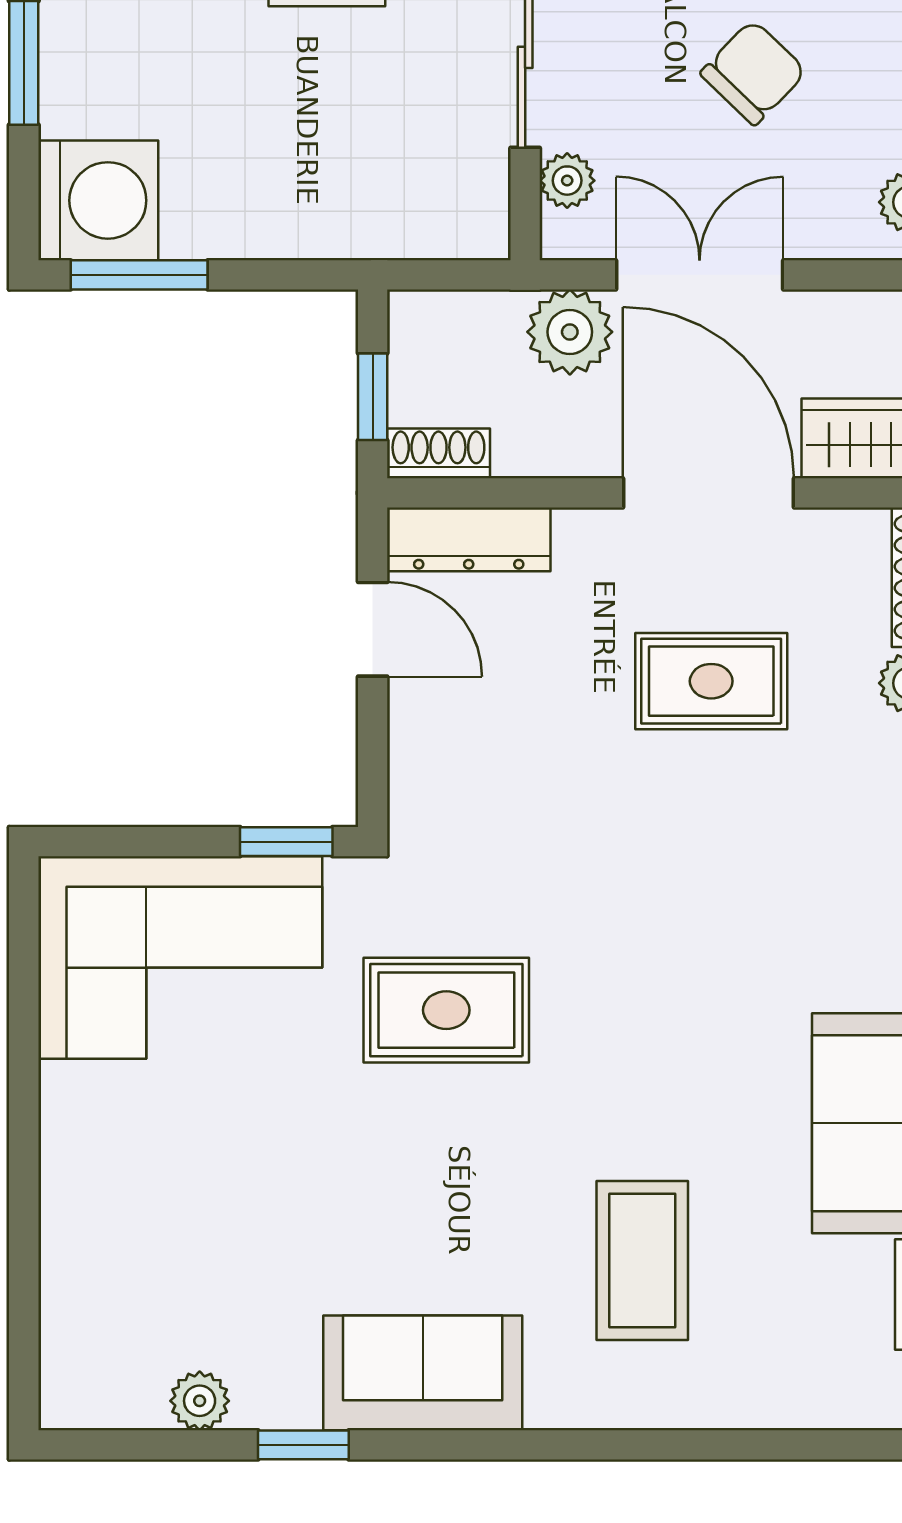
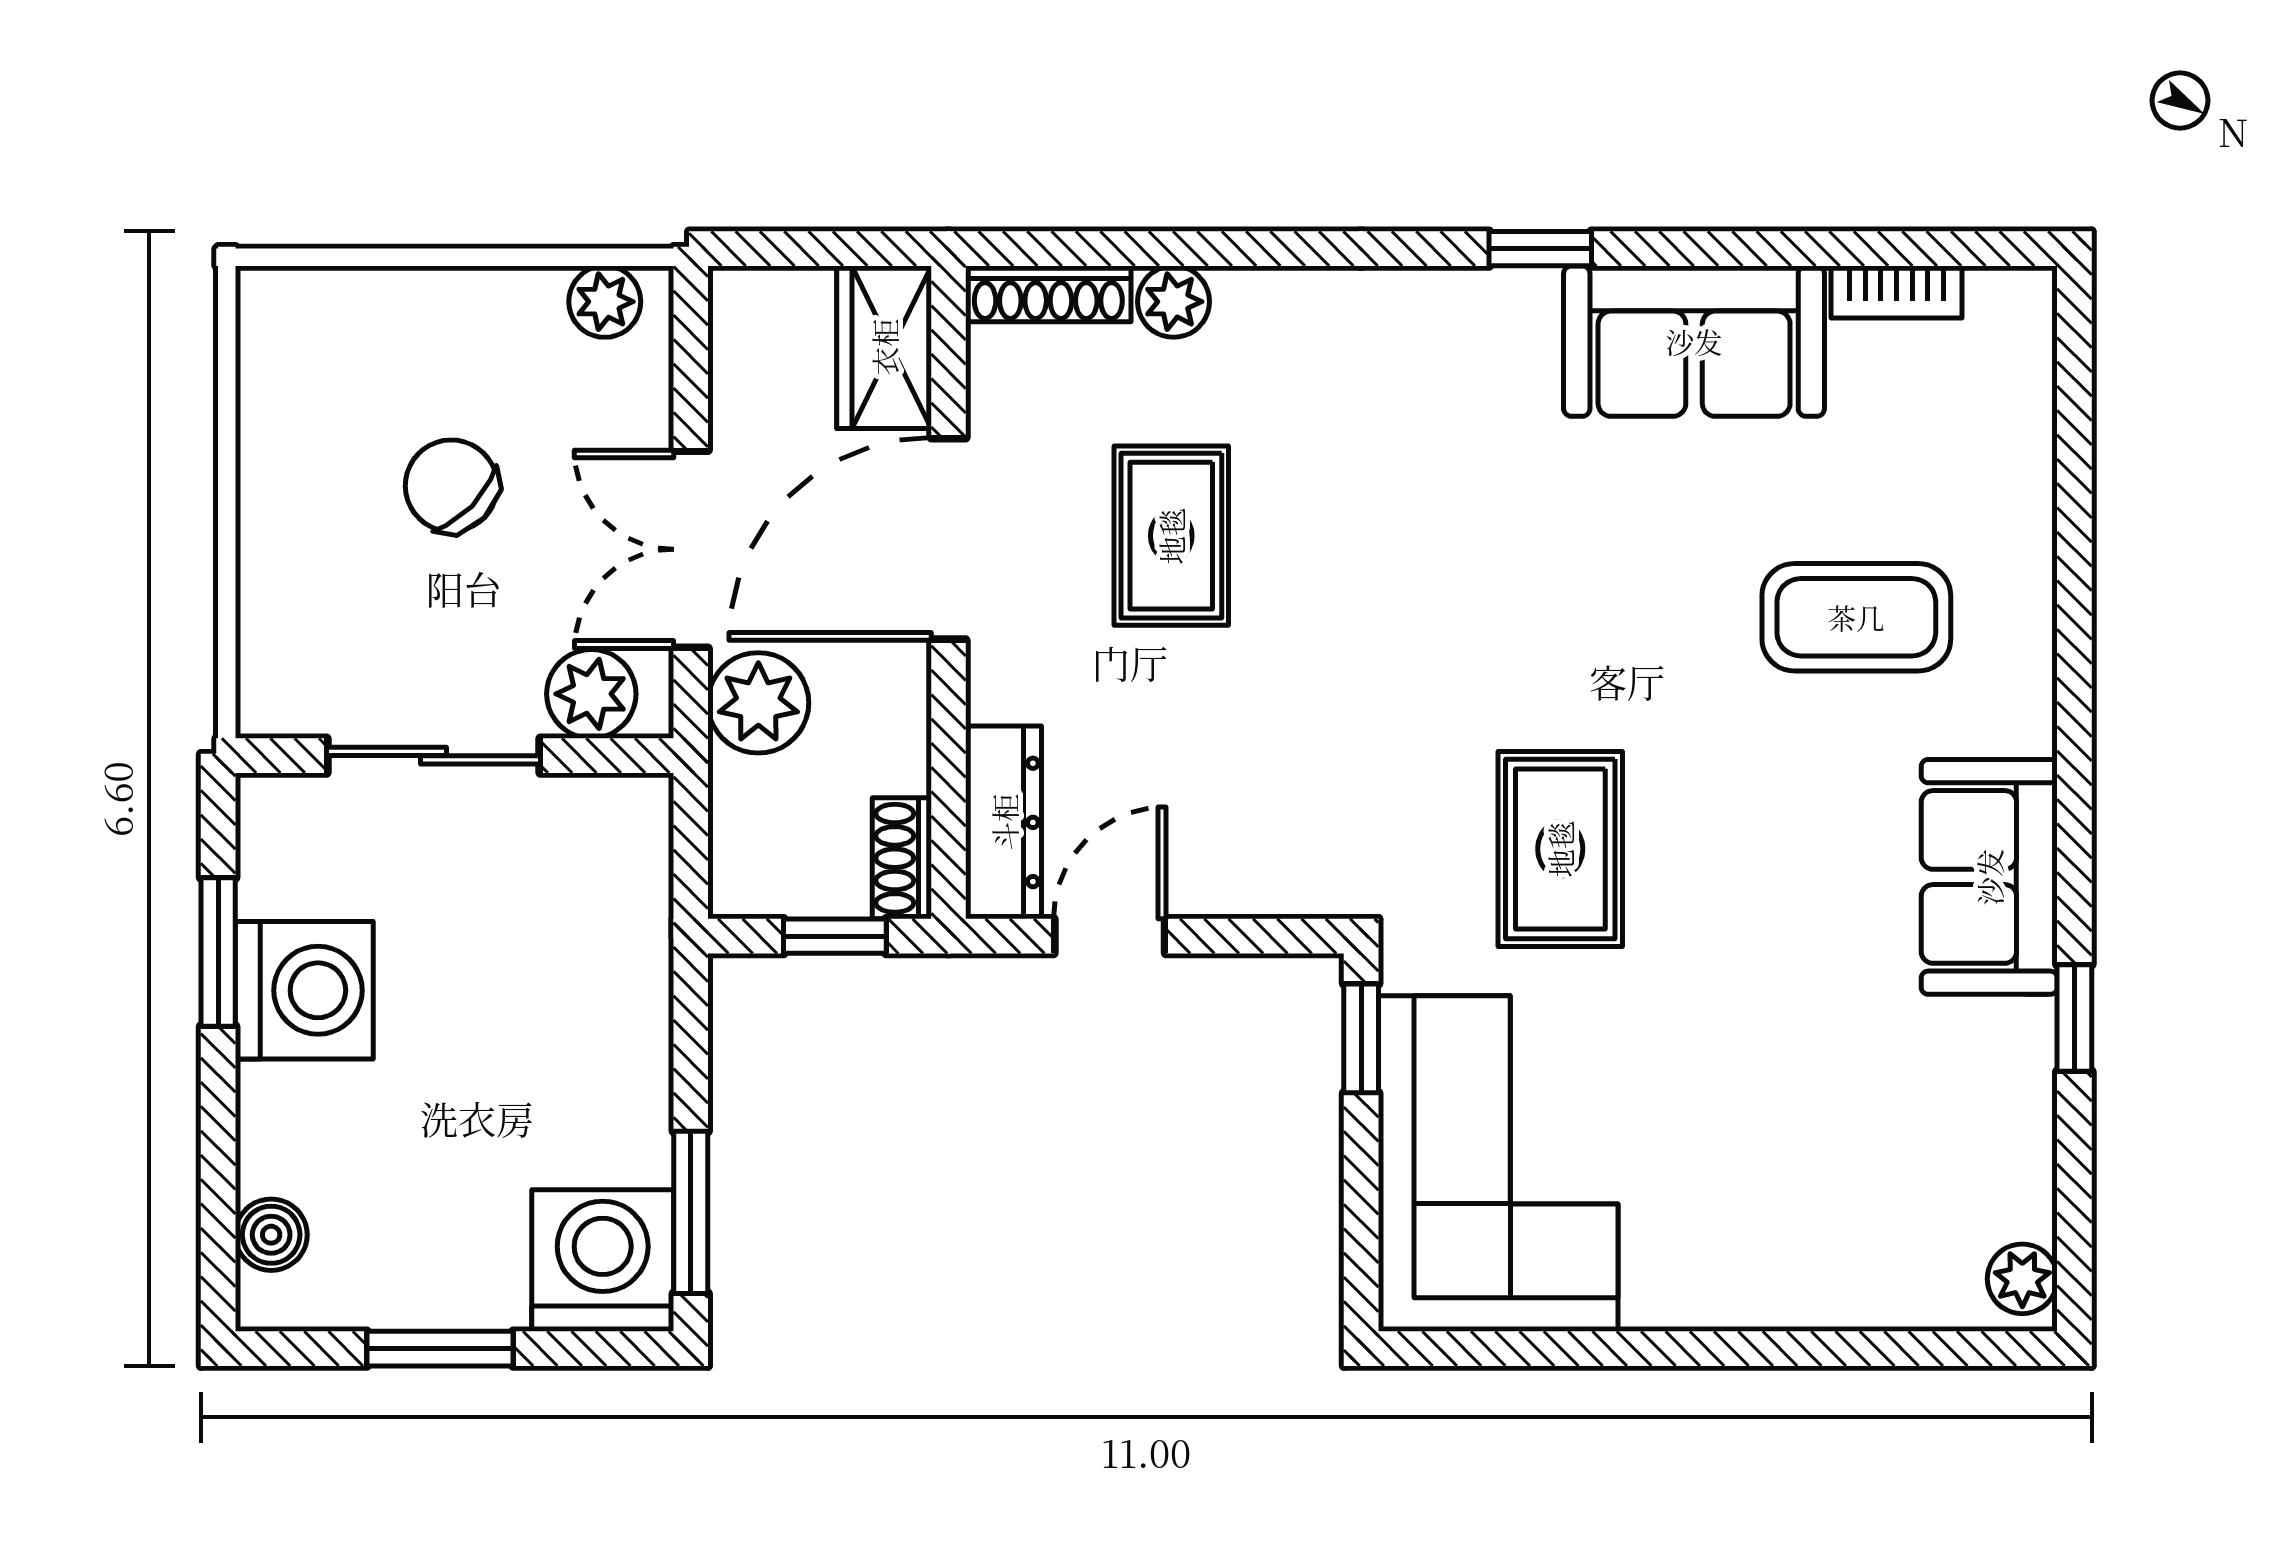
plant: (567, 181) -> (591, 694), width x1.38, depth x1.38
plant: (200, 1401) -> (2022, 1279), moved

